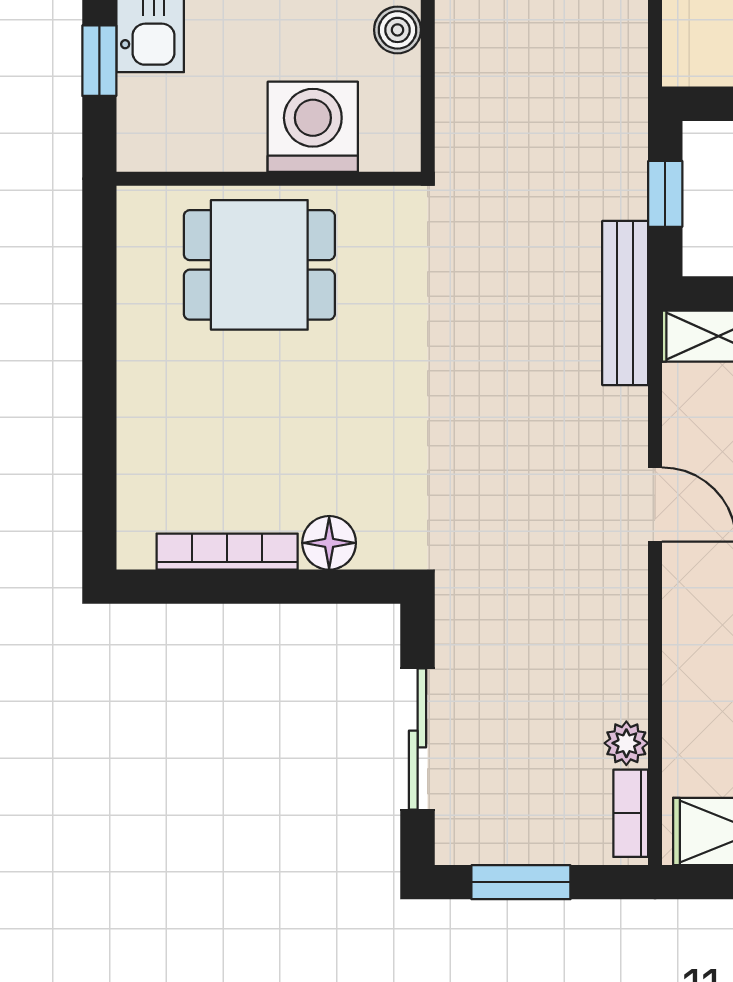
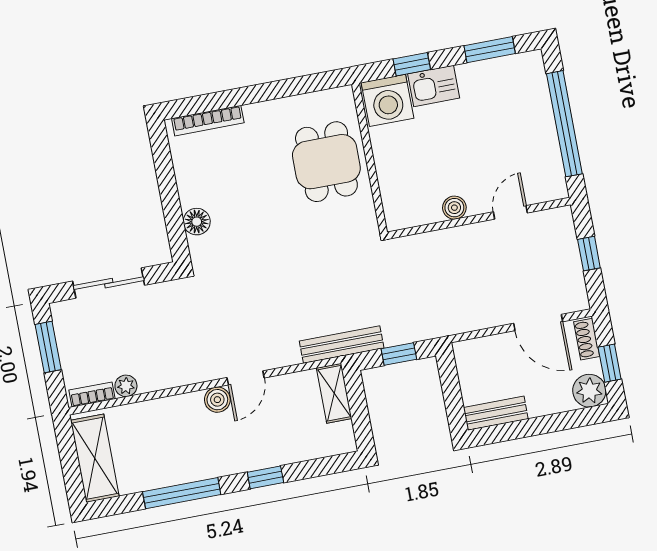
washing machine: (313, 127) -> (387, 100), moved, turned 90
bookcase: (227, 552) -> (208, 121), moved, turned 90
boiler: (687, 568) -> (217, 400), added

